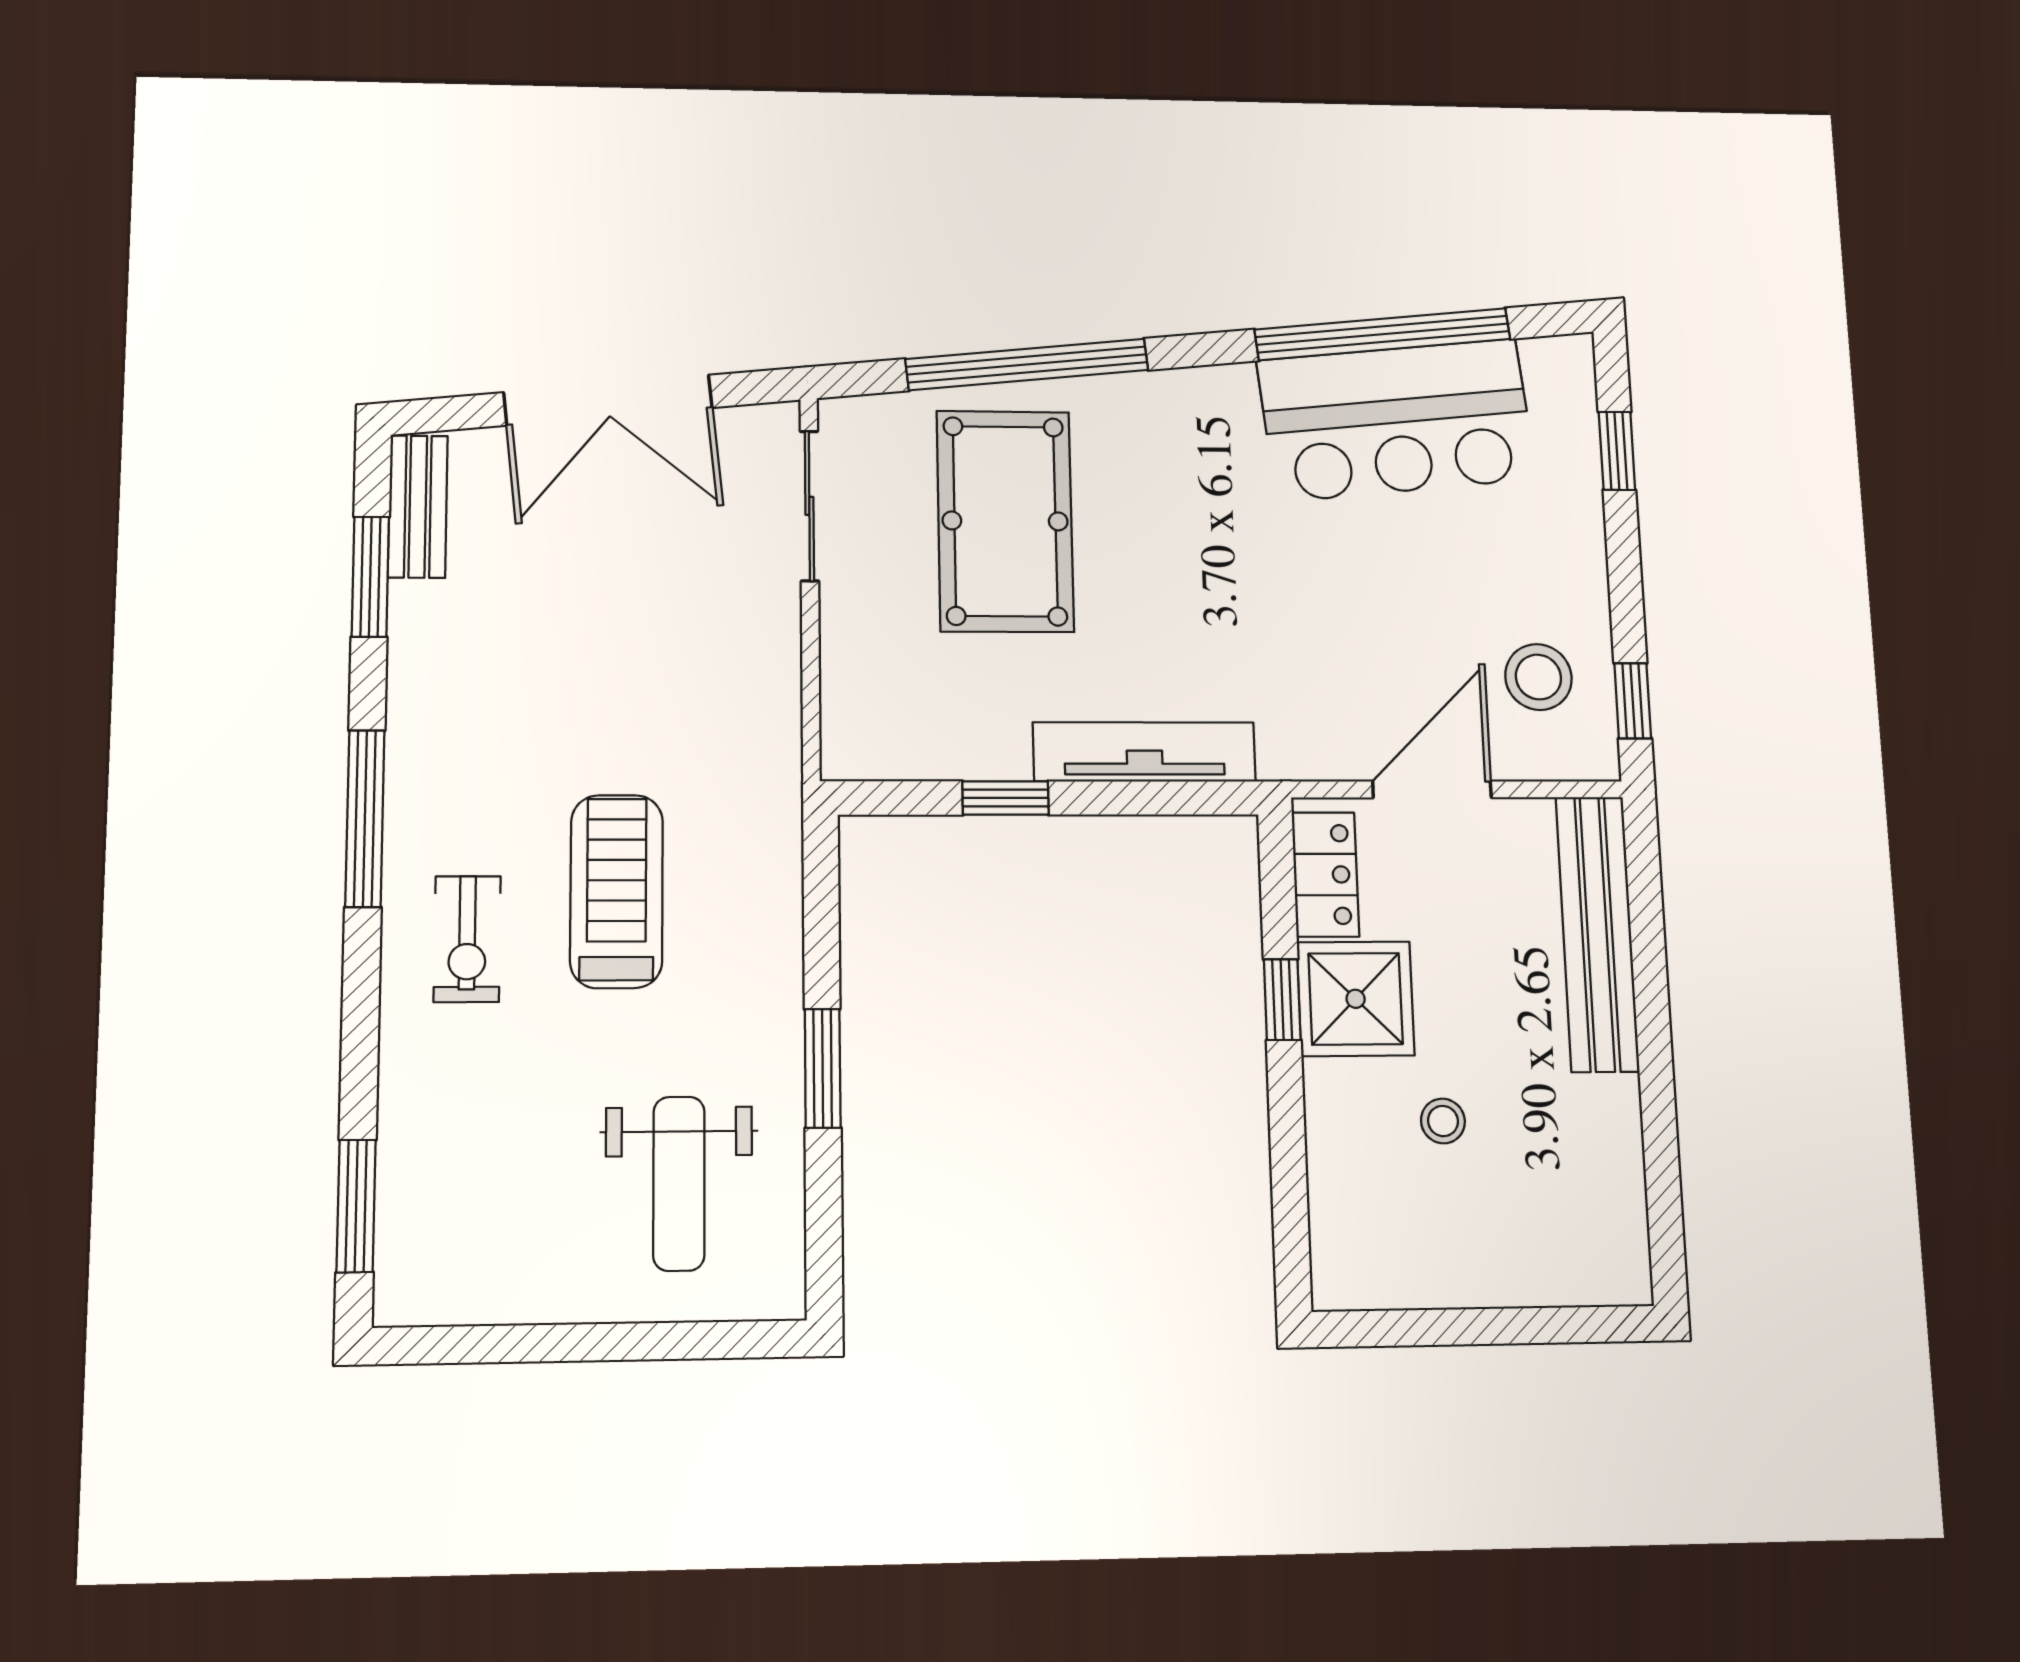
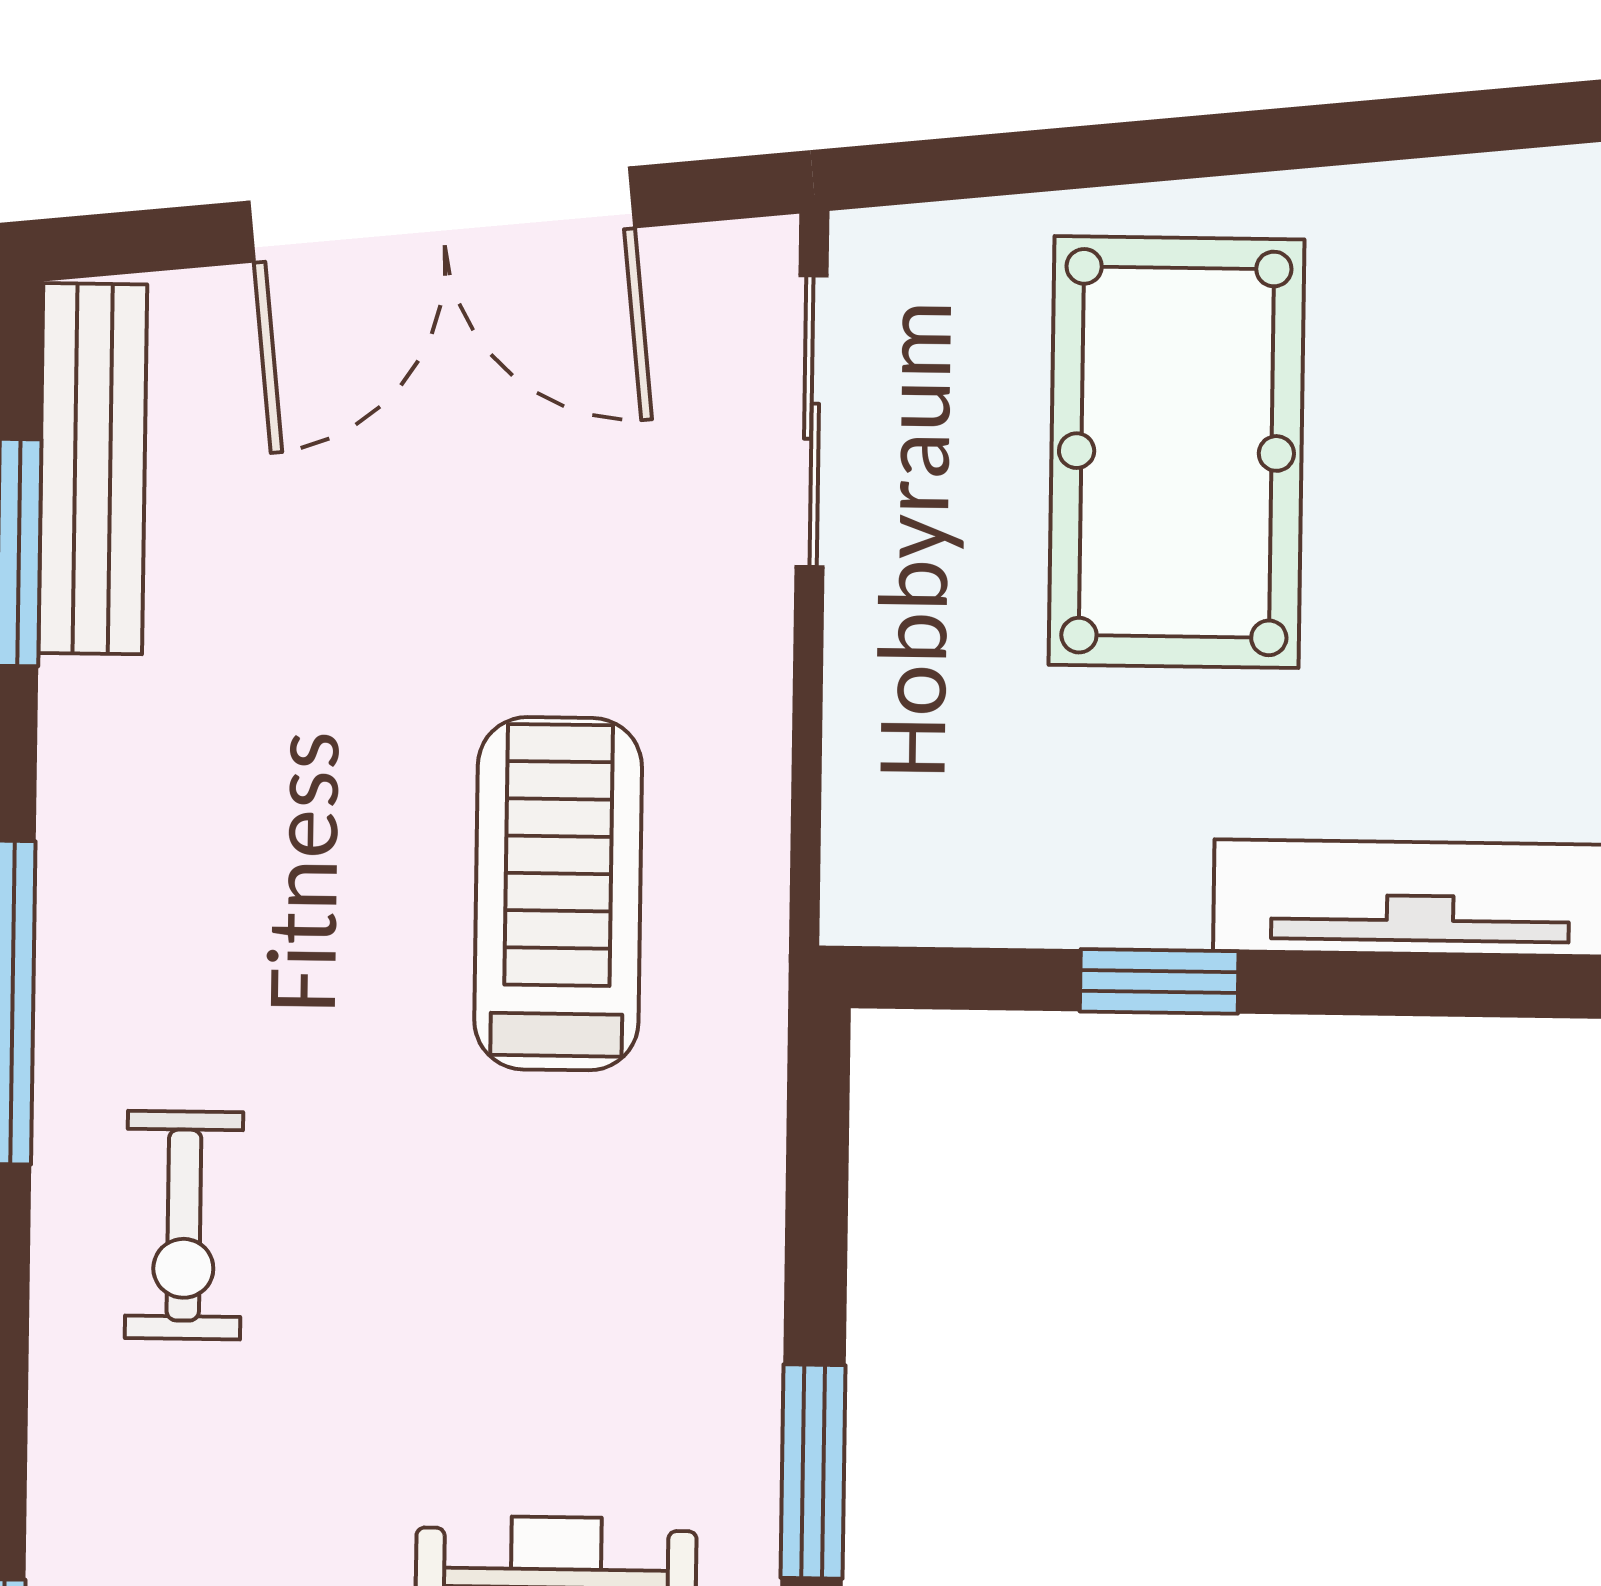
window: (1027, 364) -> (1229, 144), removed
bench: (418, 506) -> (93, 469), width x1.36
treadmill: (617, 891) -> (558, 894), moved

